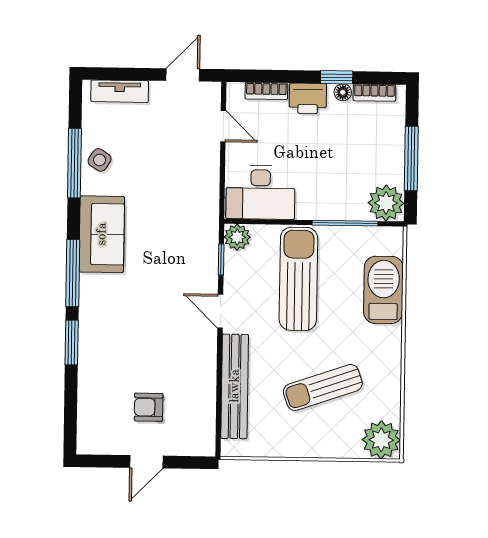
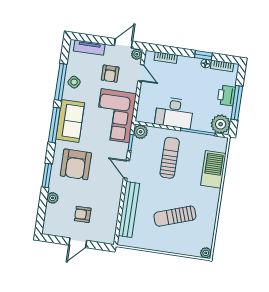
plant: (211, 92) -> (137, 54), added
printer: (308, 98) -> (226, 96), moved, turned 90
armchair: (165, 135) -> (110, 74), added
desk: (260, 192) -> (174, 113), moved
corner sofa: (185, 213) -> (115, 116), added
window: (73, 273) -> (54, 125), moved
sun lounger: (298, 279) -> (170, 158), width x0.73, depth x0.75
armchair: (123, 314) -> (76, 164), added
plant: (88, 384) -> (53, 198), added
plant: (381, 440) -> (206, 253), width x0.53, depth x0.53

